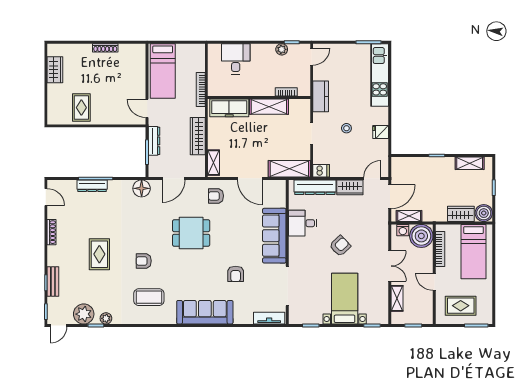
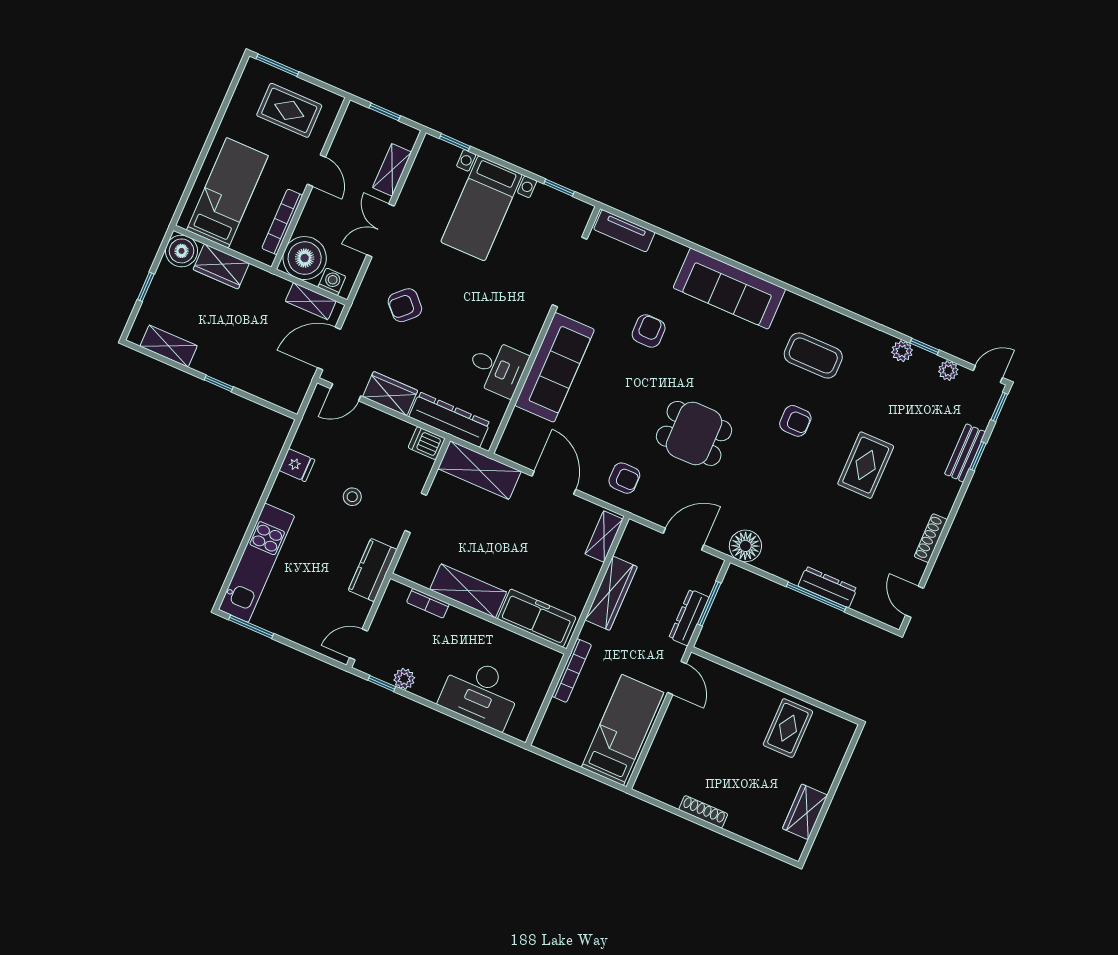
desk: (236, 59) -> (480, 693), width x1.37
armchair: (340, 246) -> (405, 305), moved
plant: (84, 314) -> (948, 371), width x0.53, depth x0.53

